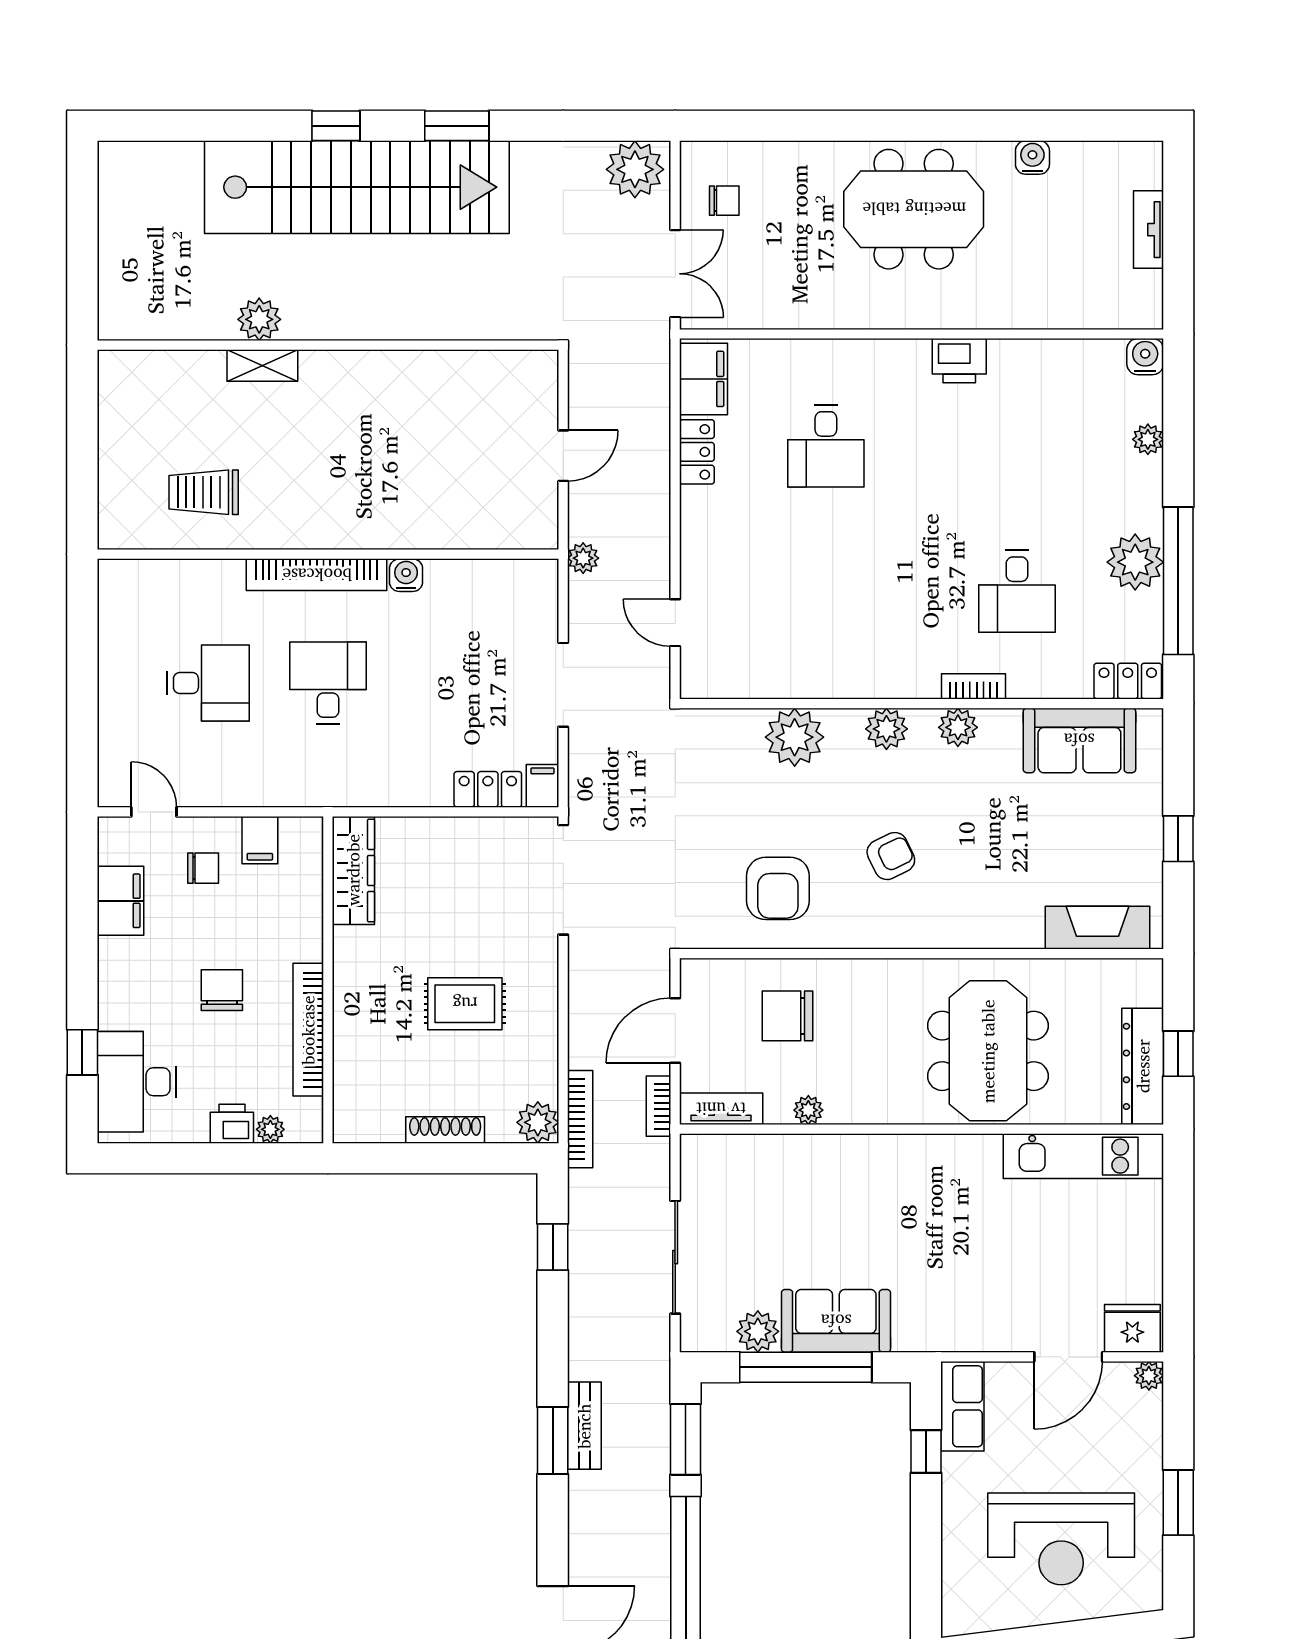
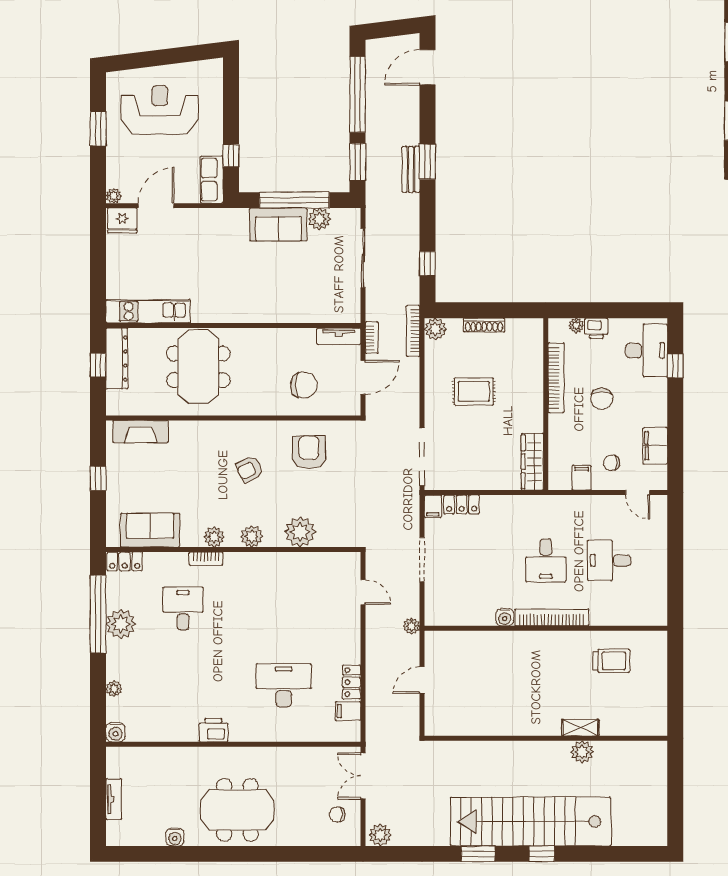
plant: (635, 169) -> (380, 835), width x0.73, depth x0.73
filing cabinet: (703, 379) -> (348, 711), width x0.50
desk: (826, 446) -> (284, 685), width x1.37
plant: (808, 1110) -> (293, 336), removed

